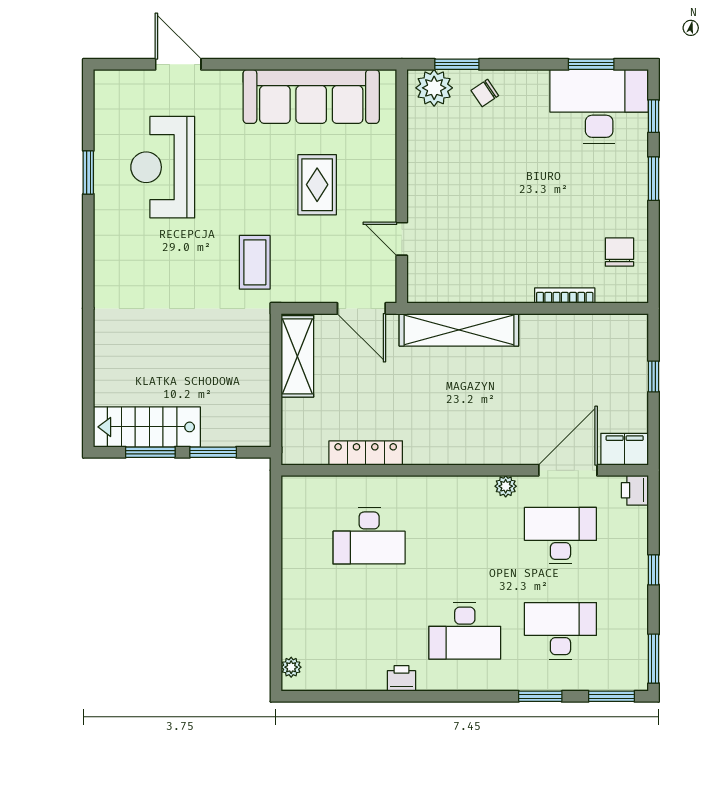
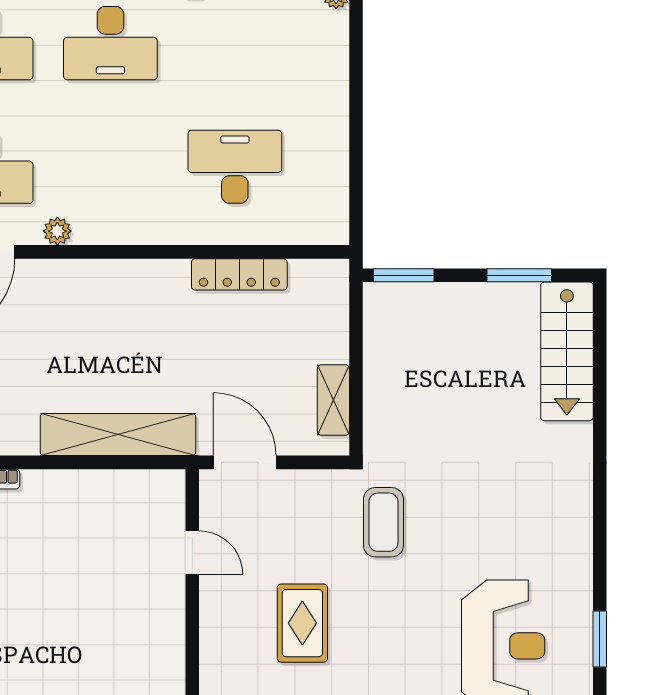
shelving: (297, 356) -> (333, 400), width x0.67, depth x0.75
stairs: (147, 427) -> (567, 351), moved, turned 90
window: (213, 452) -> (404, 275), moved
desk: (465, 631) -> (110, 43), turned 180

